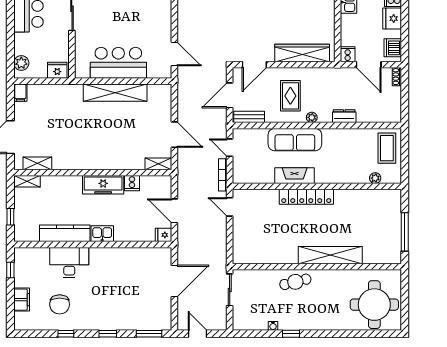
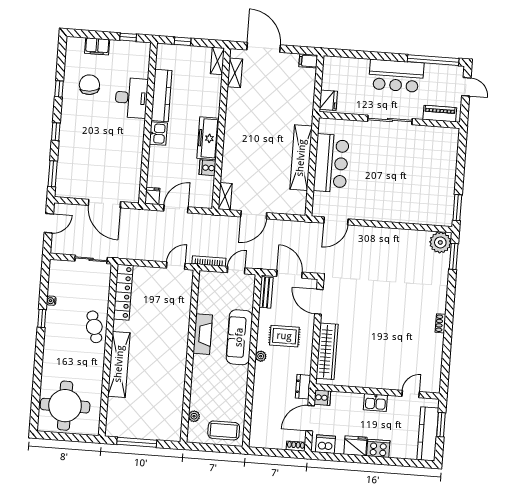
plant: (21, 63) -> (338, 64), removed
dresser: (344, 116) -> (303, 387), moved, turned 180
locker: (306, 197) -> (123, 292), moved, turned 180
chair: (60, 304) -> (89, 85), turned 83

